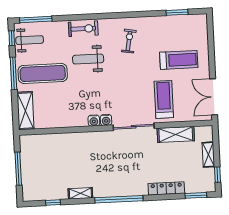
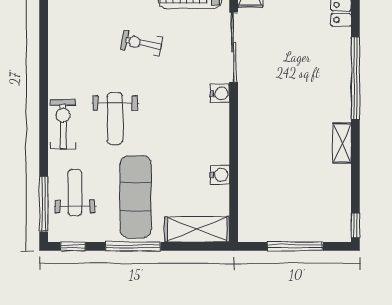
weight bench: (30, 40) -> (75, 193), moved
exercise bike: (129, 41) -> (141, 43), moved
water cooler: (94, 121) -> (220, 175), moved
window: (53, 203) -> (355, 225), moved

